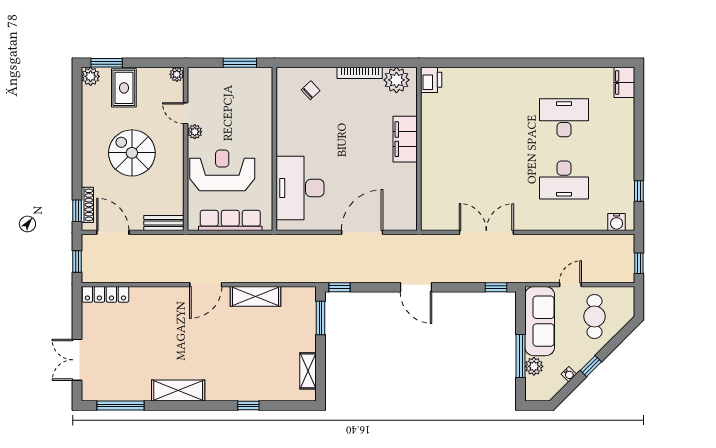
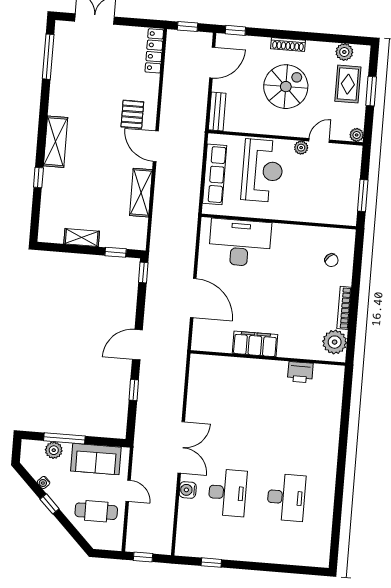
window: (107, 63) -> (371, 91), moved
plant: (91, 76) -> (344, 52), moved
printer: (431, 80) -> (300, 372), moved
filing cabinet: (624, 82) -> (315, 557), removed
rug: (124, 88) -> (348, 84), turned 90
filing cabinet: (405, 139) -> (255, 344), moved
desk: (564, 180) -> (227, 493), turned 180
shoe rack: (87, 205) -> (288, 45), moved
water cooler: (617, 222) -> (188, 490), moved
double door: (486, 232) -> (181, 447), moved
window: (496, 287) -> (134, 390), moved
pallet: (174, 312) -> (132, 114), added
window: (321, 318) -> (116, 252), width x0.67
sofa: (540, 321) -> (96, 459), width x0.73
shelving: (308, 371) -> (82, 238), moved
shelving: (178, 391) -> (56, 142), moved

